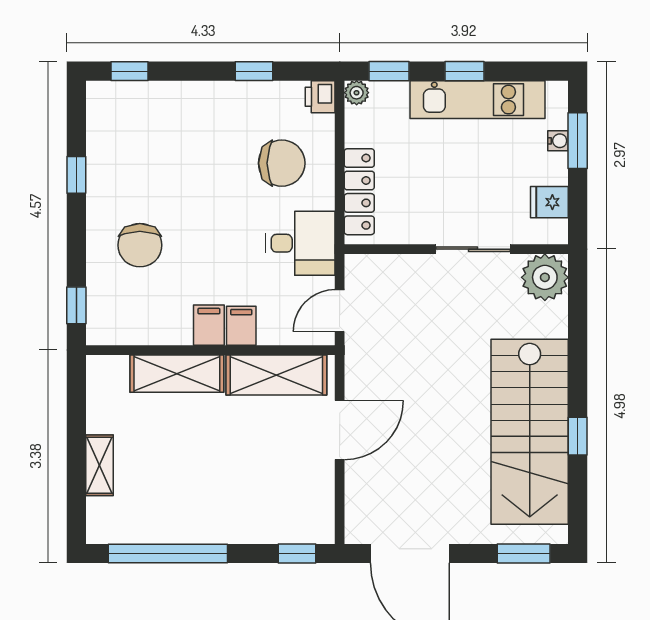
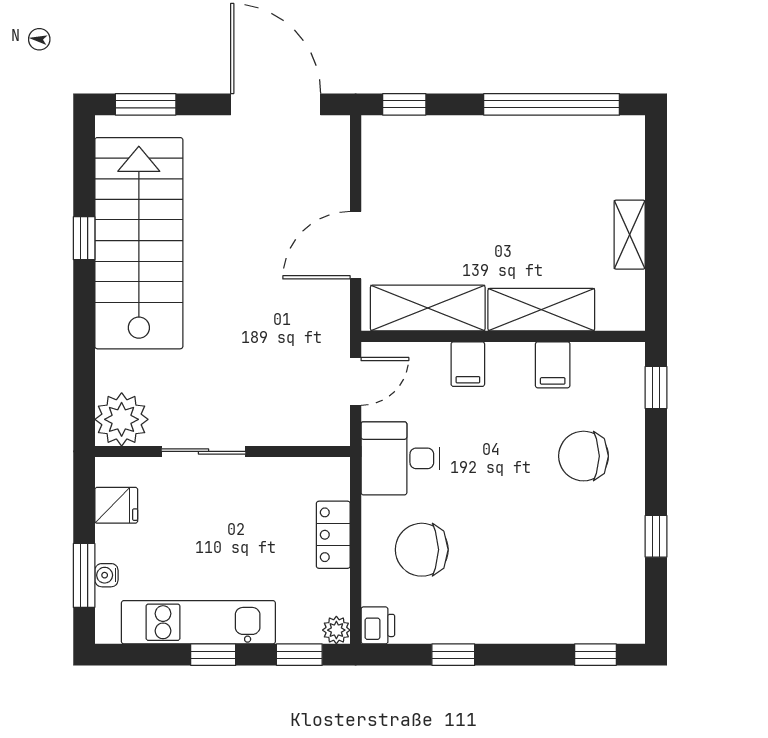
locker: (359, 192) -> (333, 535), width x0.66
chair: (140, 245) -> (584, 456), turned -90
filing cabinet: (209, 325) -> (553, 365), moved
shelving: (99, 465) -> (630, 235), moved

